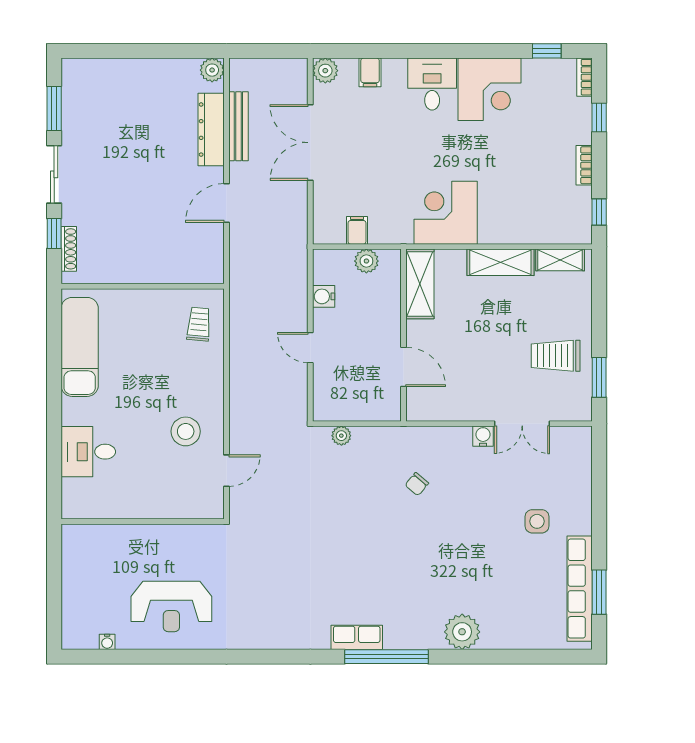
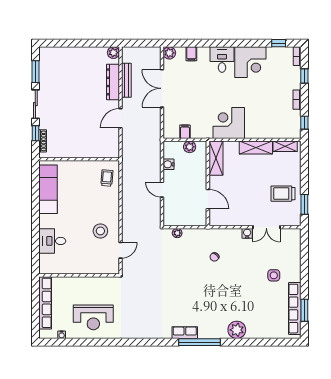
row of seats: (74, 577) -> (45, 303), added

